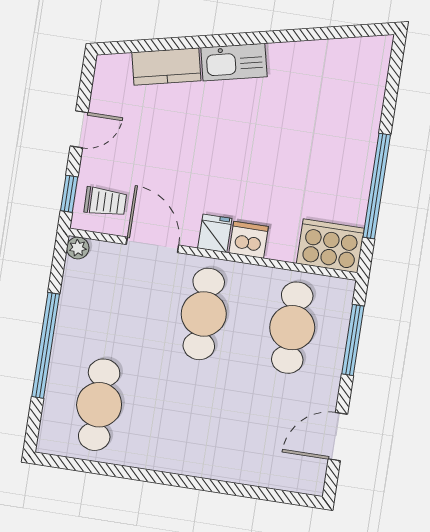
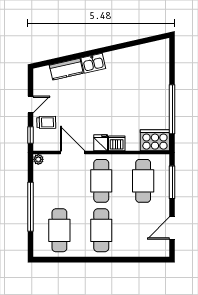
kitchen sink: (234, 62) -> (93, 63), width x0.73
trolley: (105, 202) -> (46, 122), moved
cafe table: (188, 418) -> (101, 230), added

